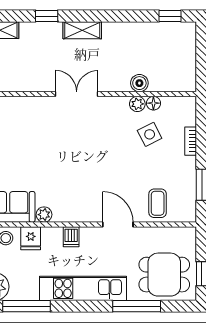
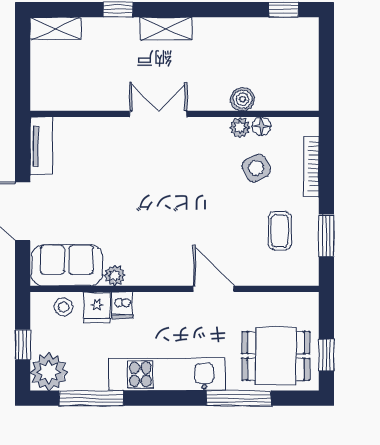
bookcase: (191, 141) -> (311, 166), width x1.56
coffee table: (158, 203) -> (280, 231), moved
dishwasher: (71, 237) -> (122, 305), moved

